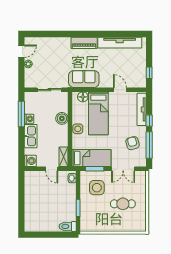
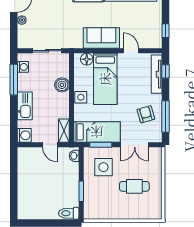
sofa: (84, 79) -> (101, 38), moved
washing machine: (29, 119) -> (23, 67), moved
window: (149, 121) -> (165, 71), moved

